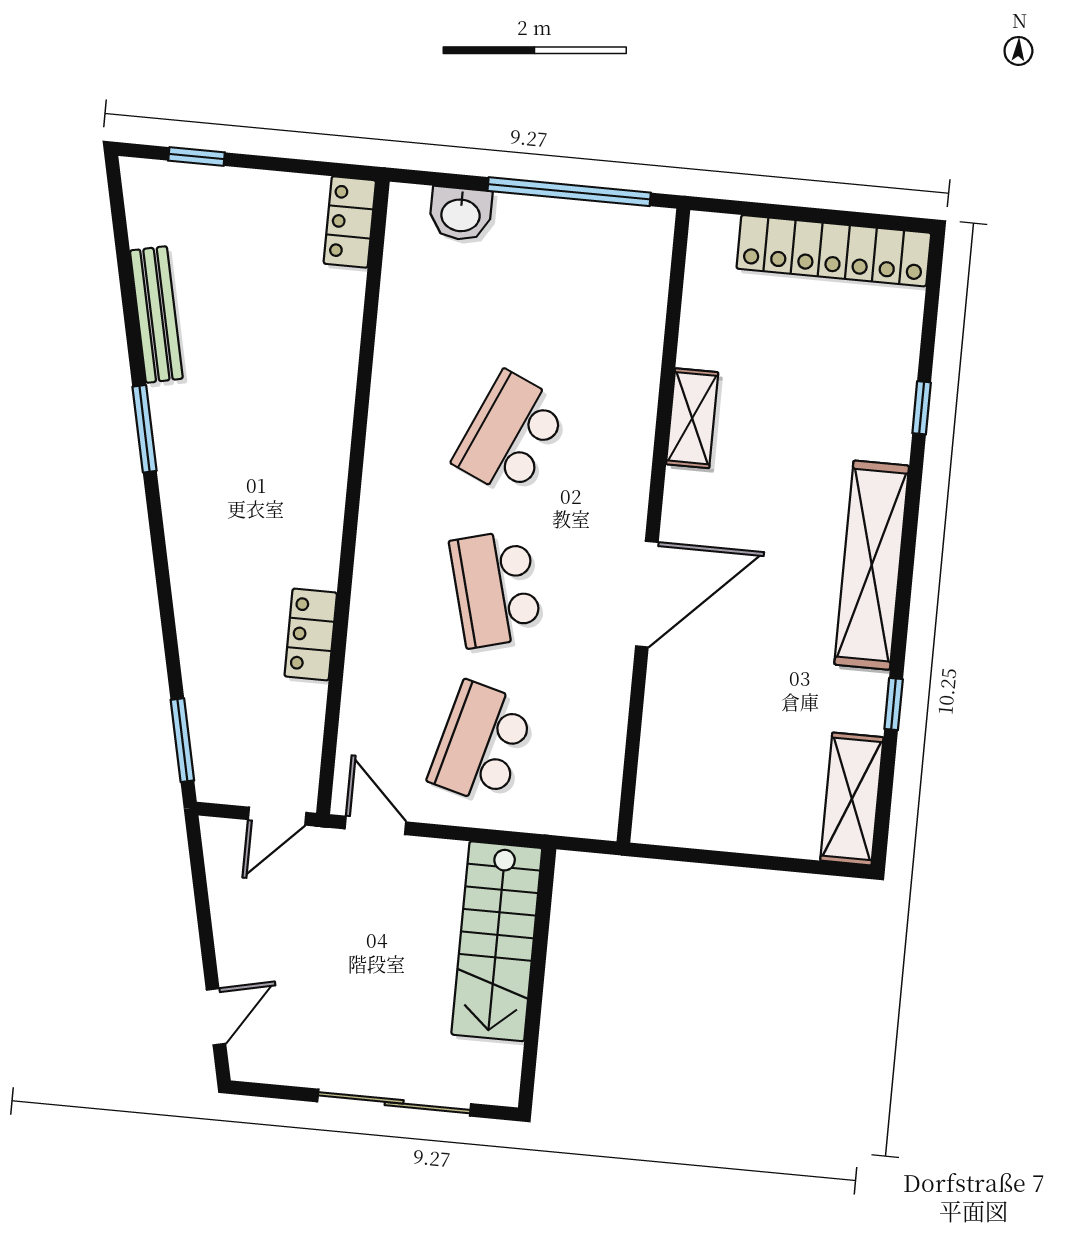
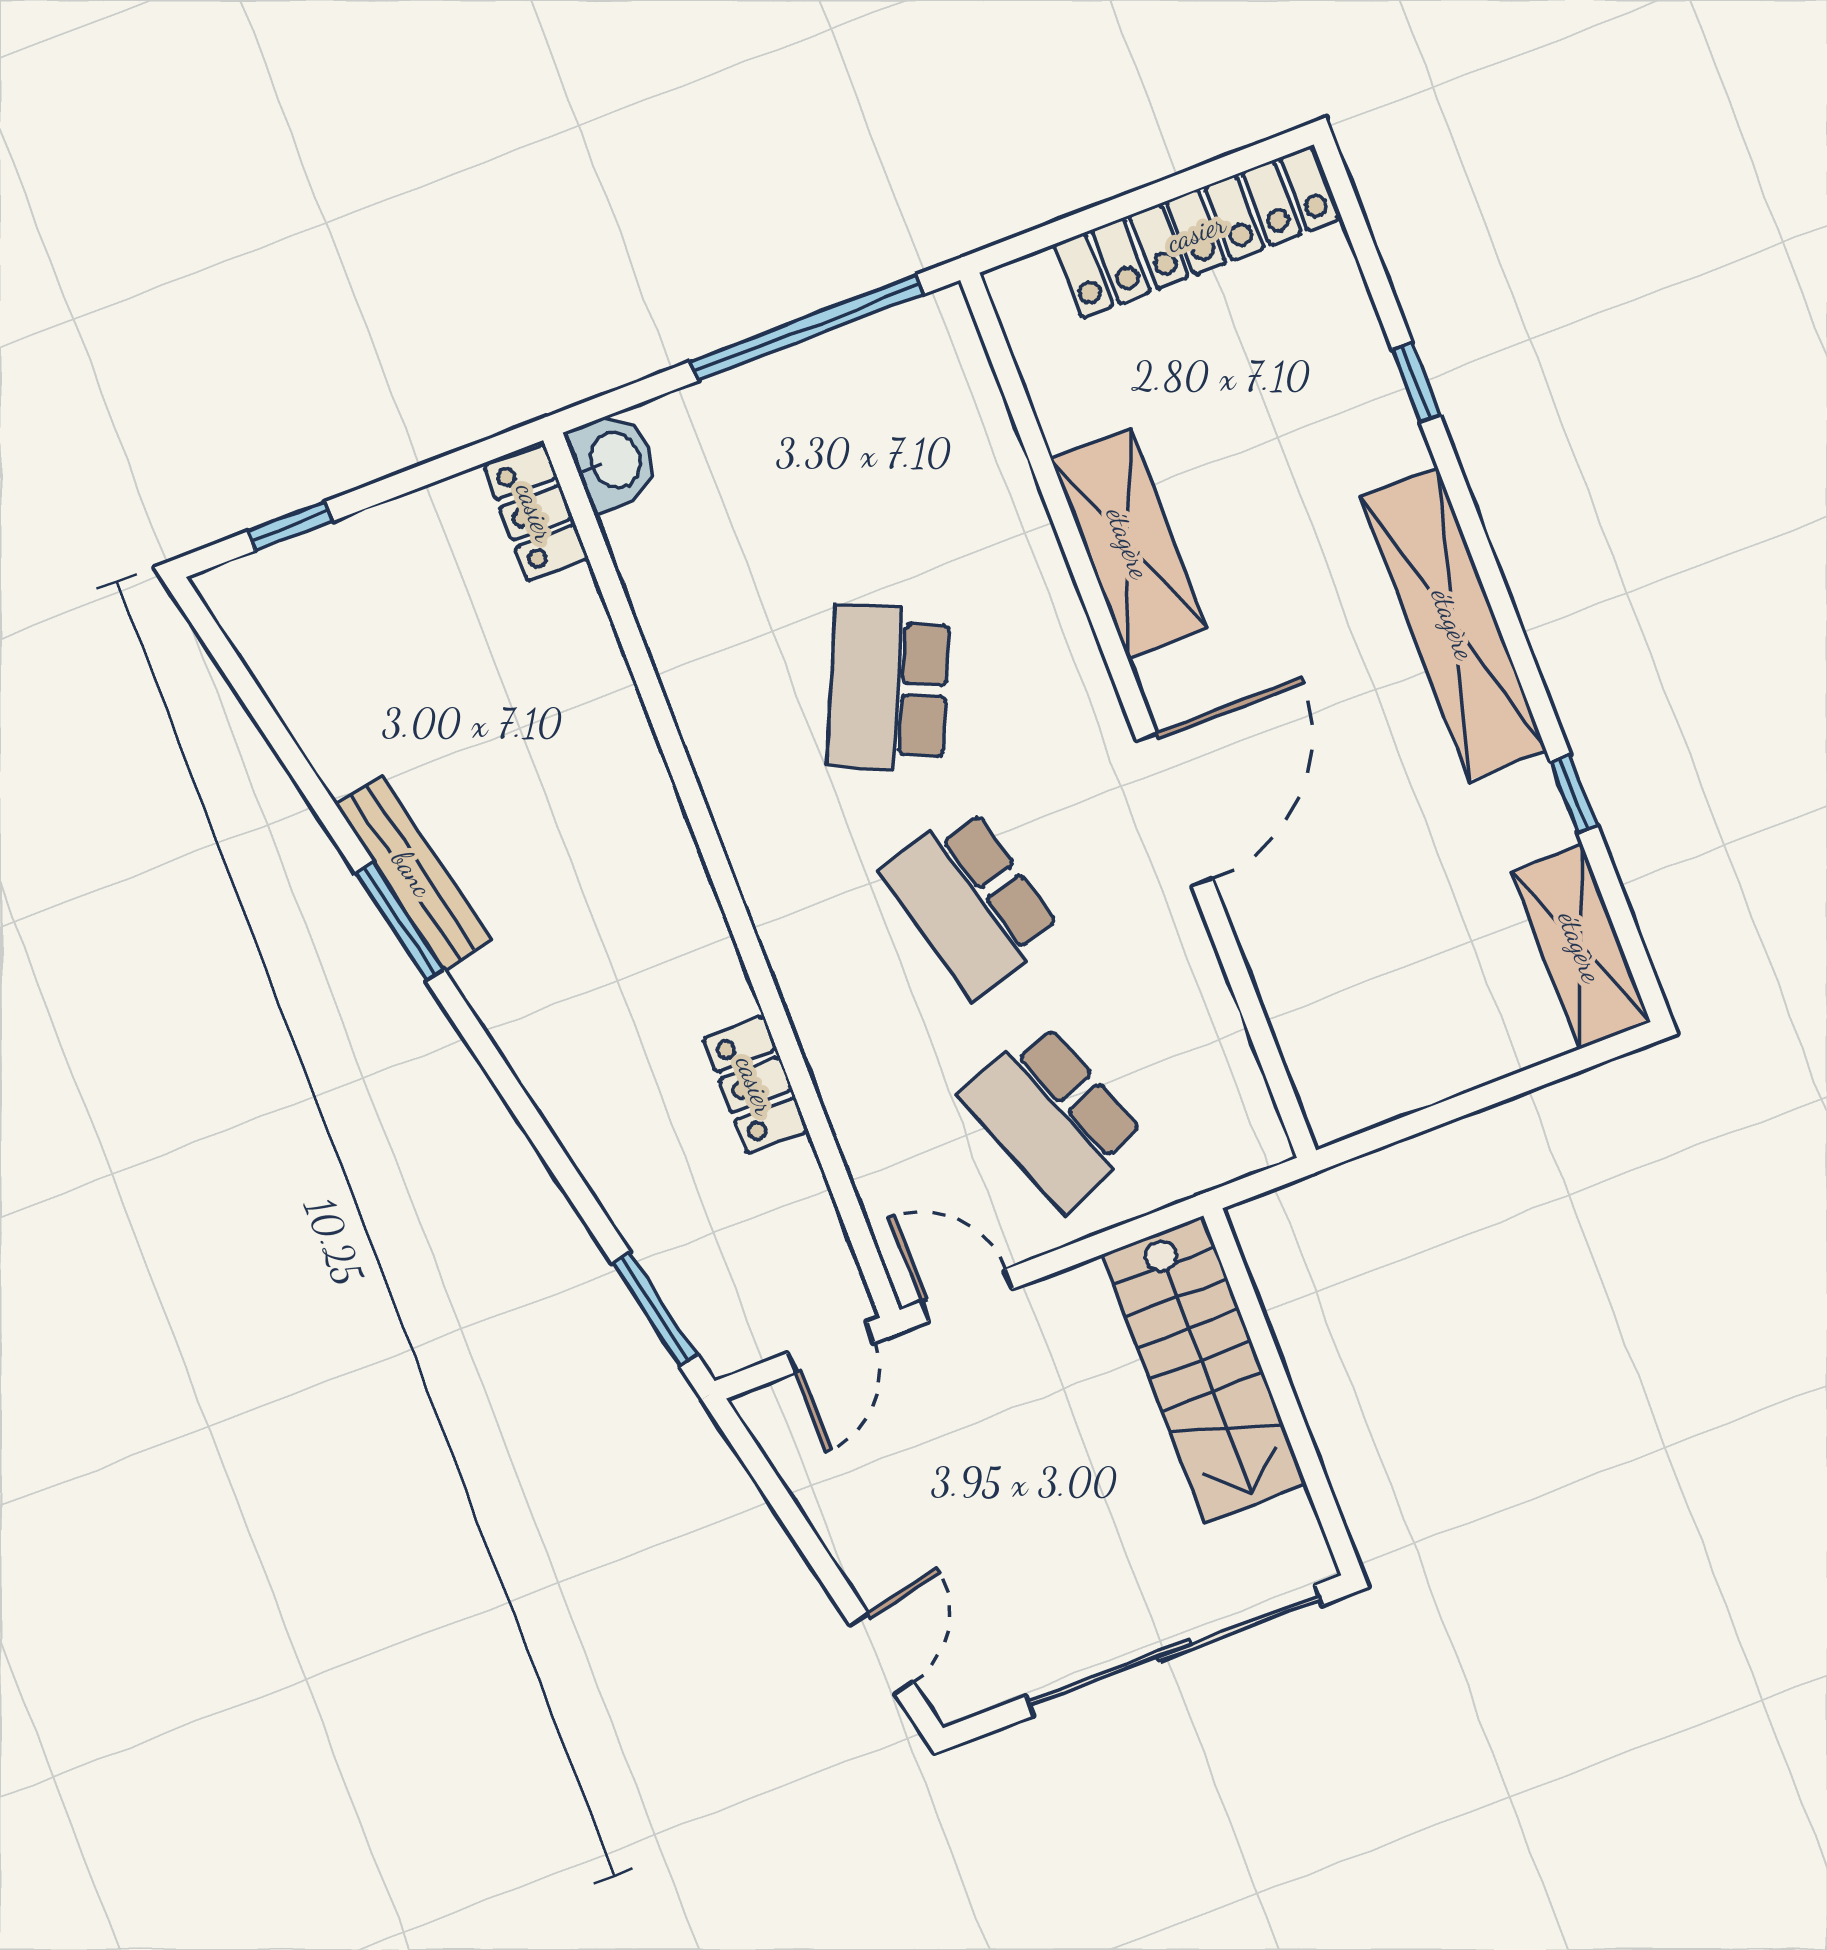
washbasin: (461, 214) -> (613, 461), moved, turned -90
bench: (156, 315) -> (413, 873), moved
shelving: (692, 418) -> (1129, 543), width x1.50, depth x1.33
school desk: (481, 743) -> (1053, 1117), turned -36
sliding door: (394, 1103) -> (1174, 1650), width x1.36

